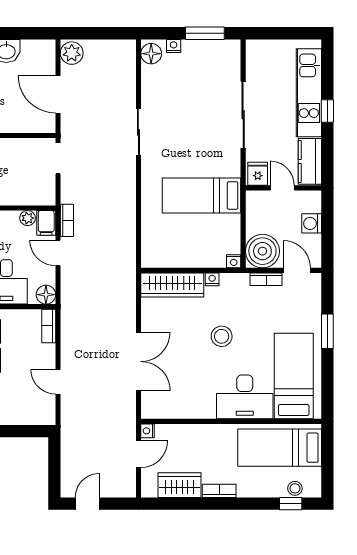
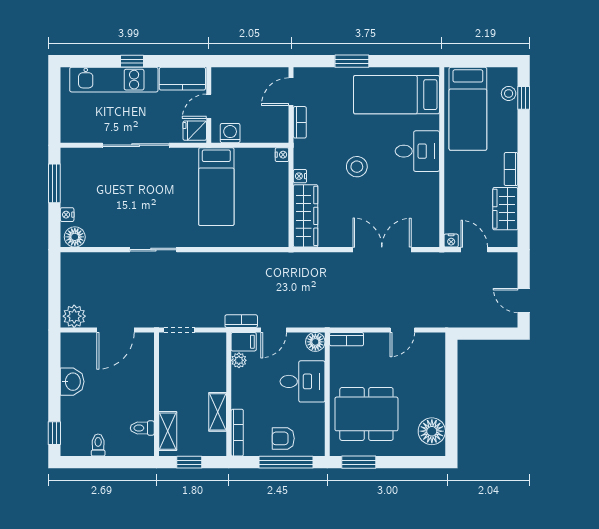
washing machine: (312, 223) -> (230, 133), moved, turned 180
boiler: (262, 251) -> (272, 126), removed
desk: (245, 397) -> (417, 151), width x0.73

